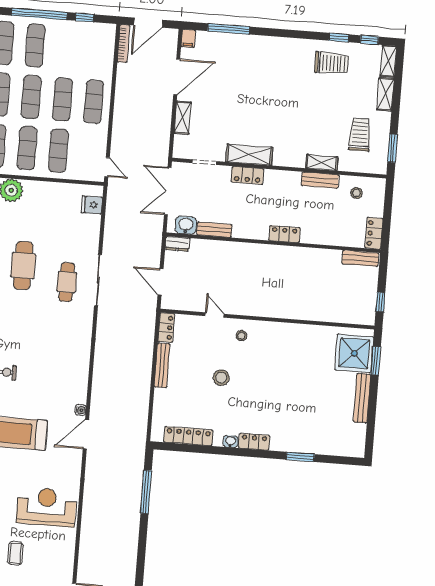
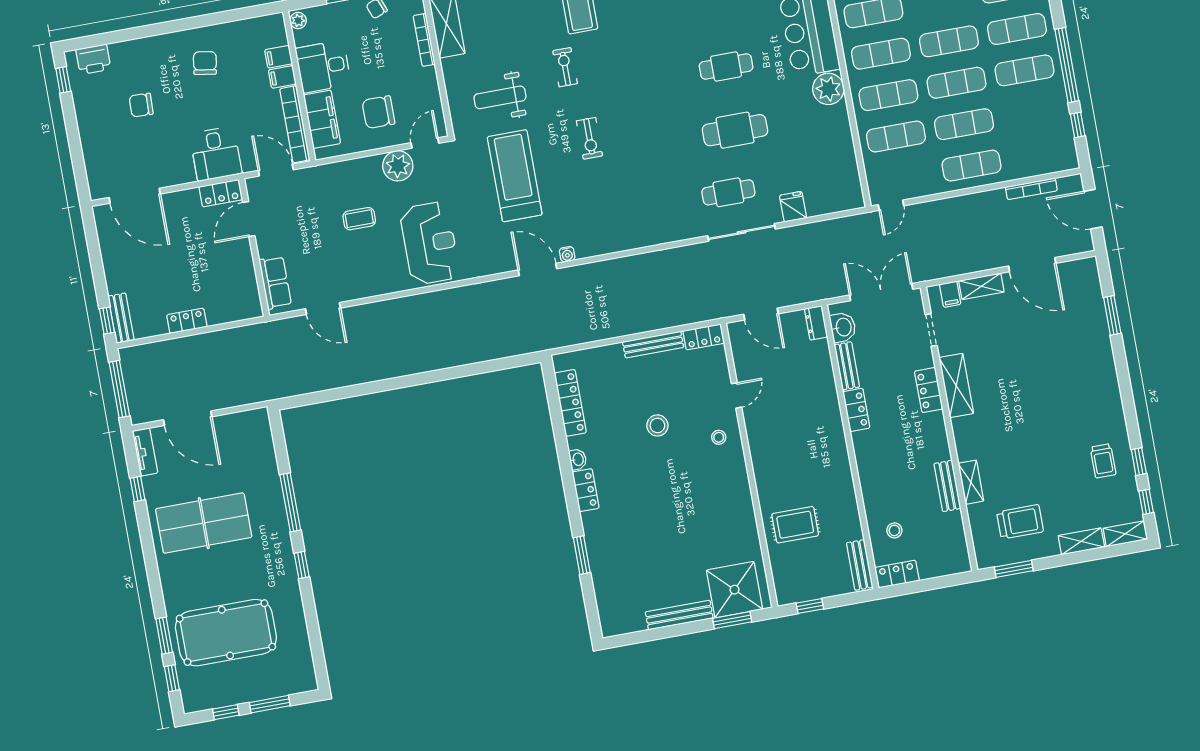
window: (229, 29) -> (1112, 315), width x0.69
filing cabinet: (188, 38) -> (950, 294), moved, turned -90
bookcase: (123, 44) -> (1031, 189), moved
trolley: (332, 63) -> (1103, 461), width x0.73, depth x0.72
stool: (357, 193) -> (894, 530), moved
fridge: (92, 205) -> (793, 207), moved
locker: (284, 234) -> (856, 410), moved
door: (161, 282) -> (761, 314), swing flipped
rug: (319, 297) -> (795, 525), added
window: (146, 492) -> (483, 367), removed

